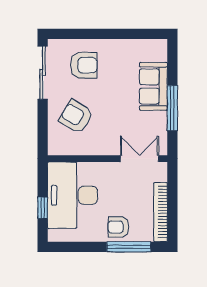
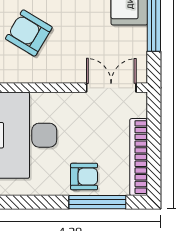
armchair: (119, 227) -> (84, 177), turned 180

